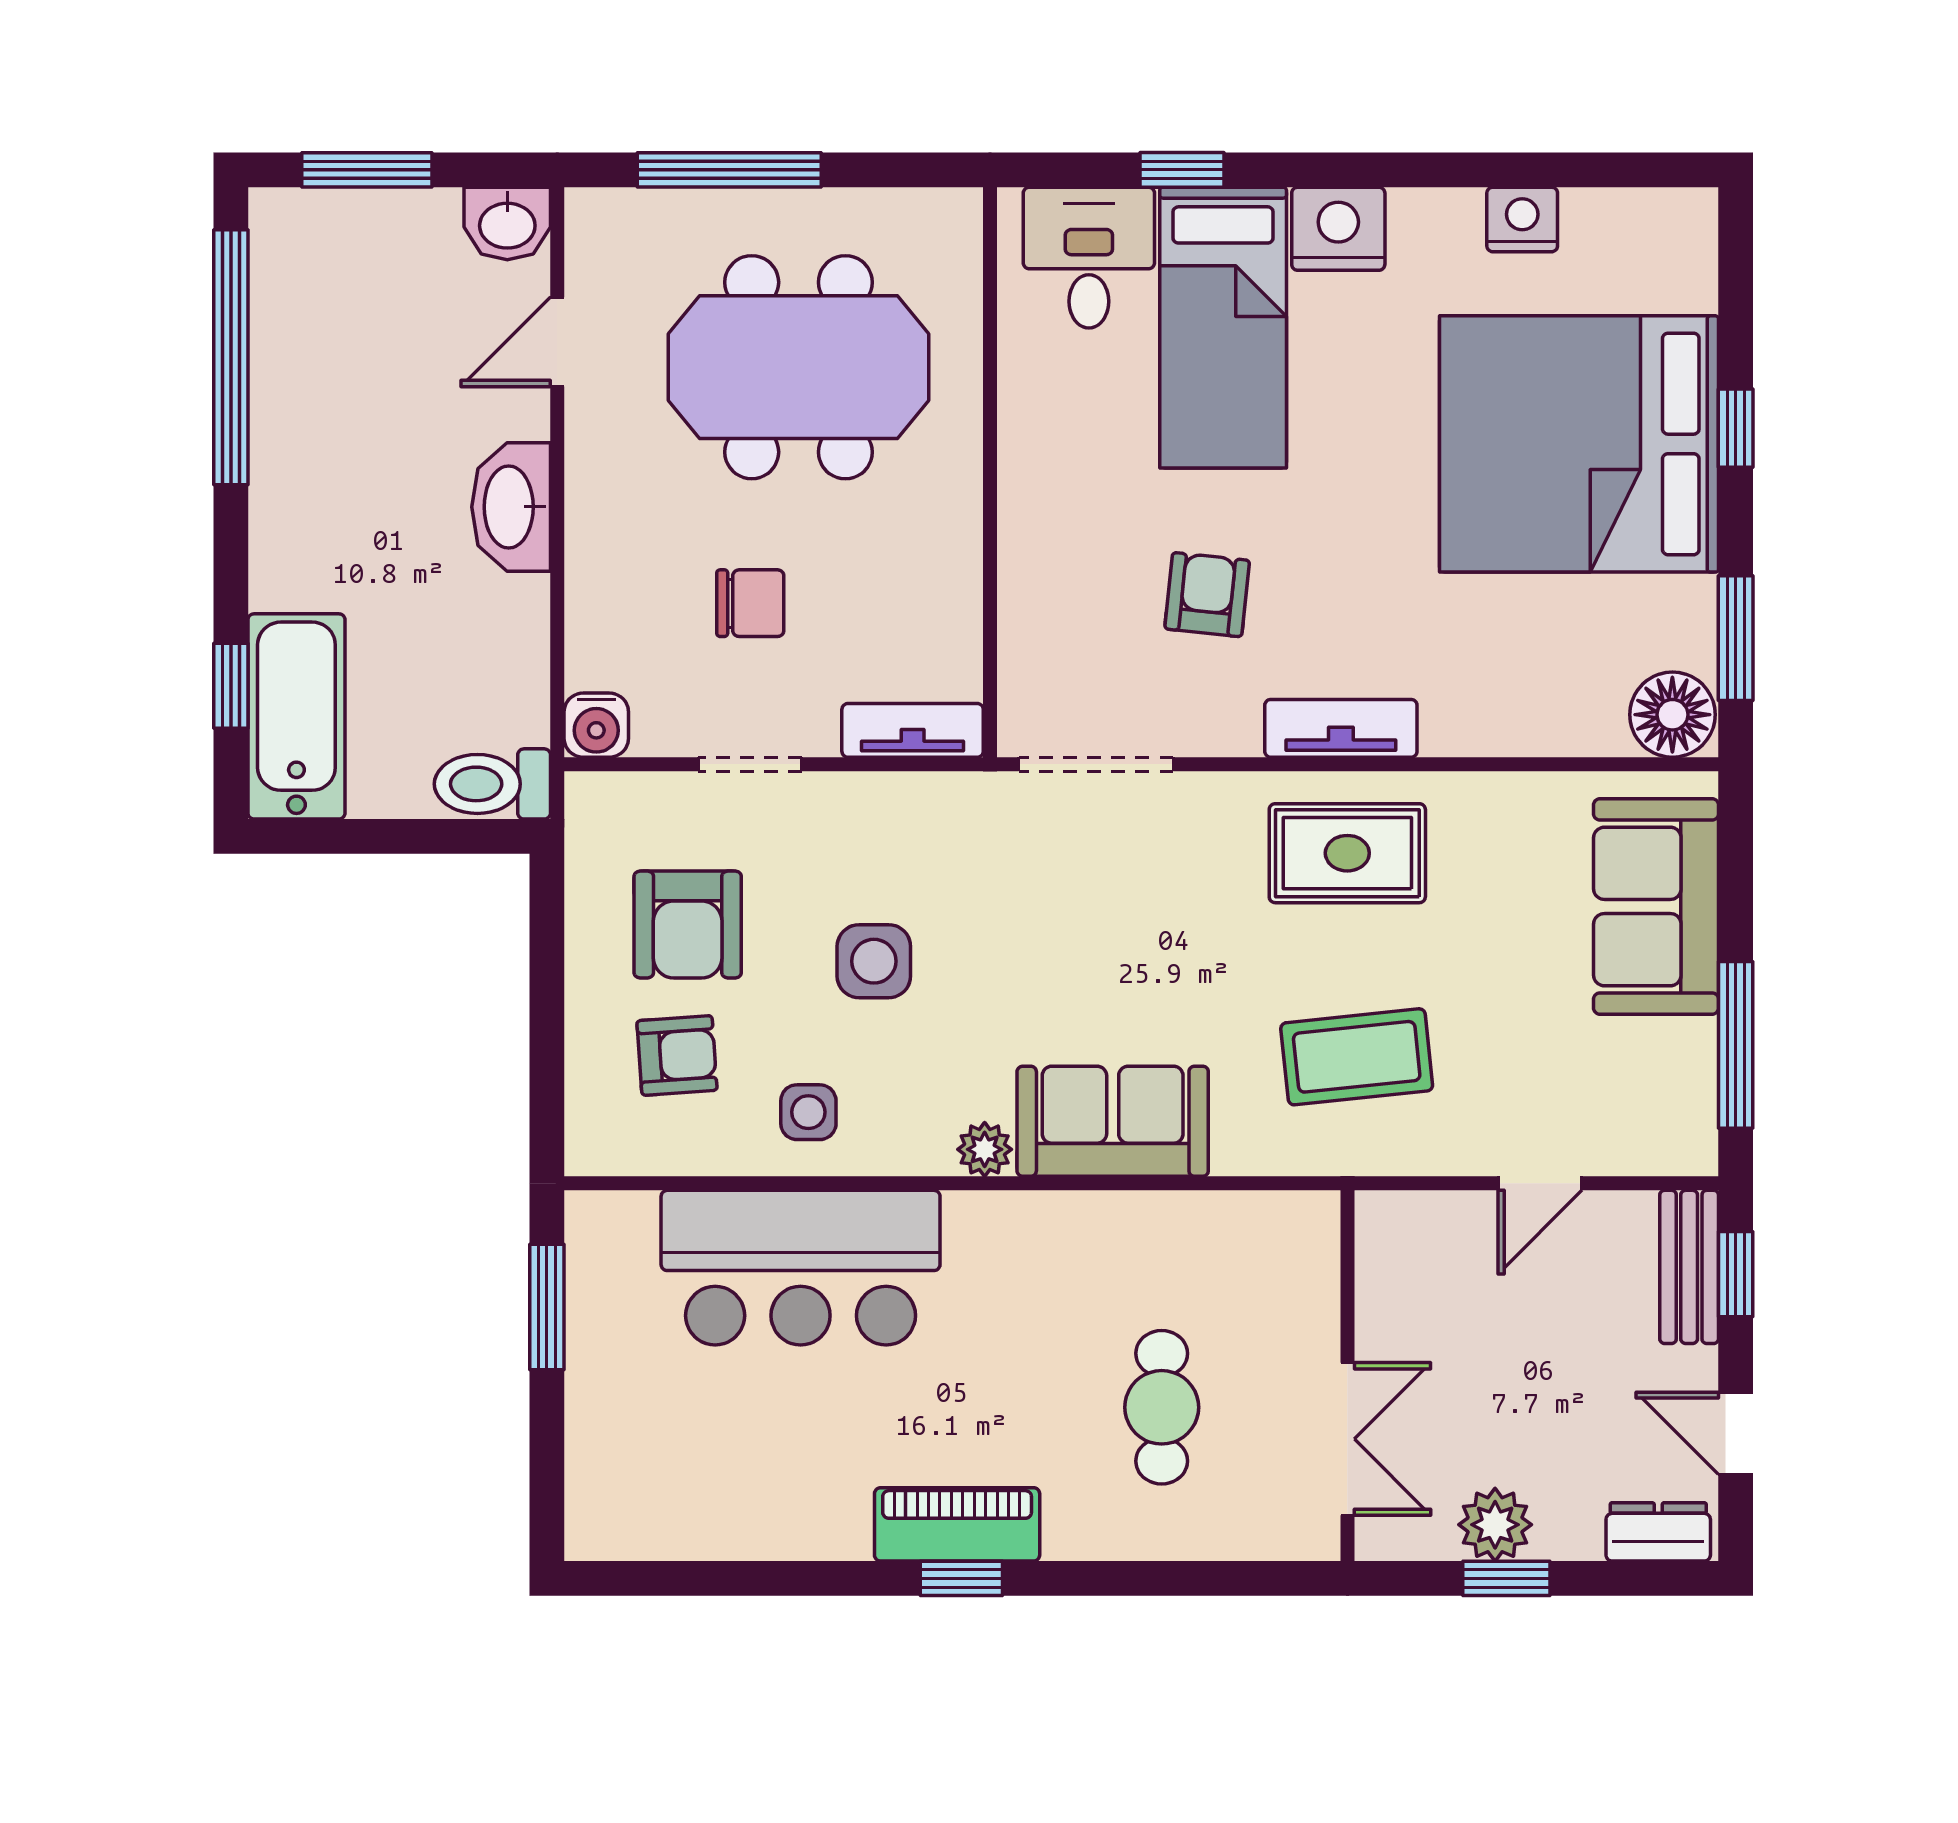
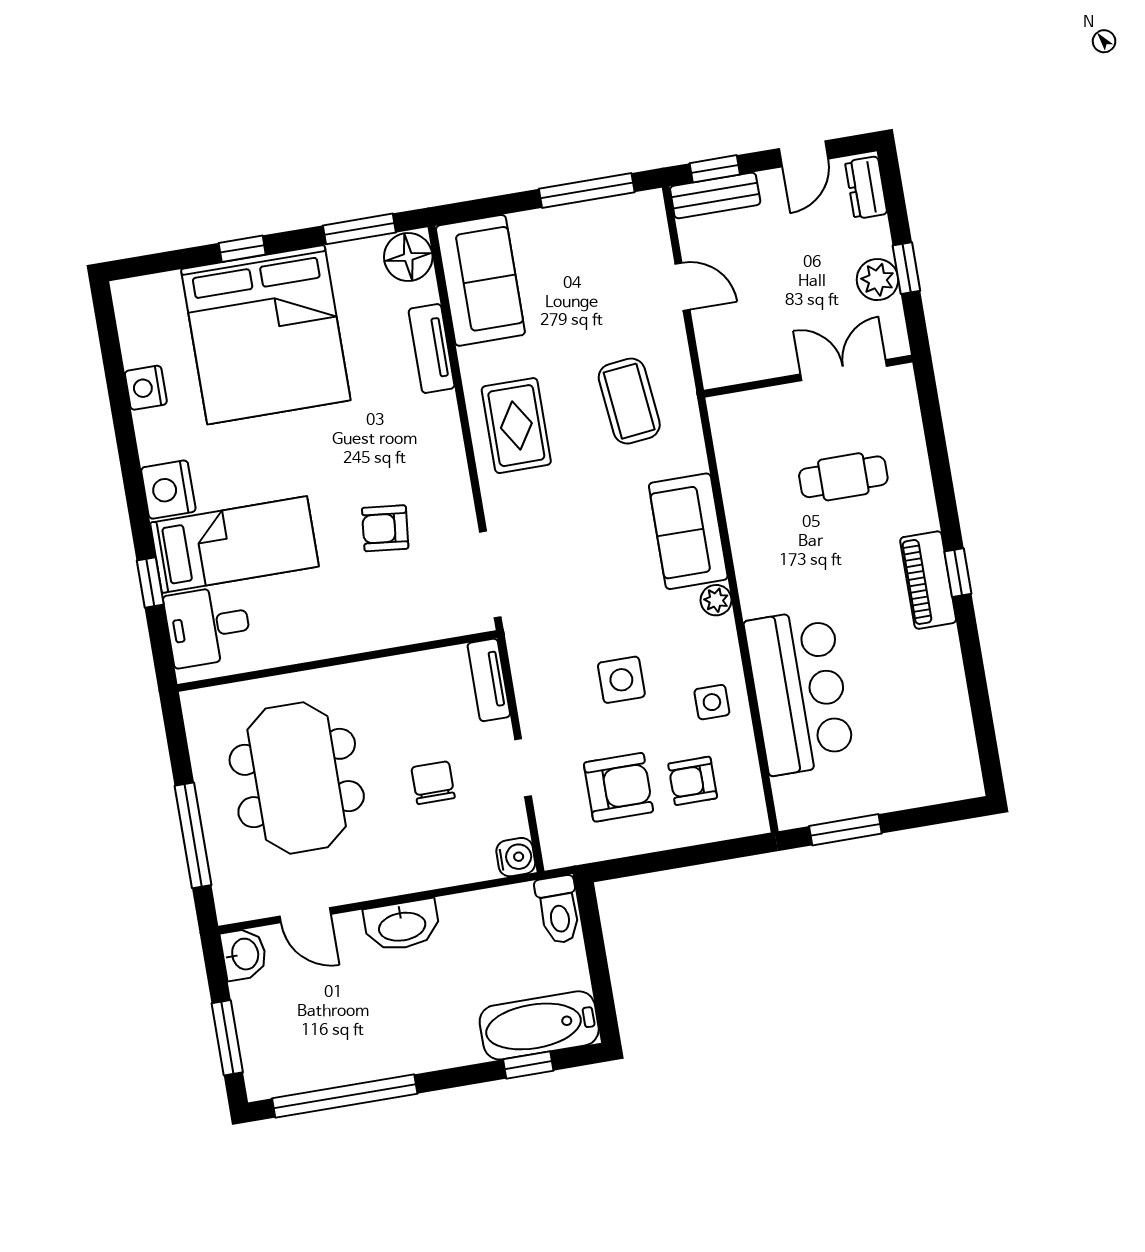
tv unit: (1341, 728) -> (432, 349), moved
sofa: (1656, 906) -> (480, 280), moved, turned -90
armchair: (677, 1055) -> (693, 781), turned -86

